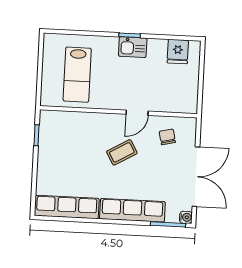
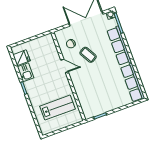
kitchen sink: (133, 47) -> (26, 72), moved
coffee table: (122, 152) -> (88, 55), moved

